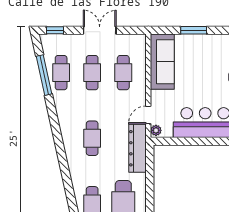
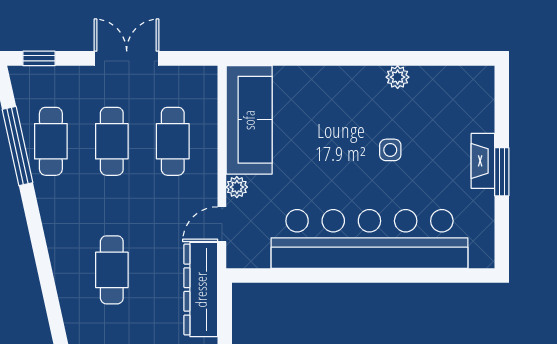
window: (194, 30) -> (310, 58), removed
plant: (156, 130) -> (237, 187), moved

